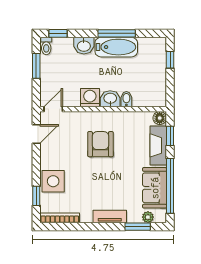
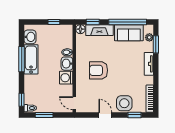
washbasin: (84, 46) -> (30, 37), moved
window: (170, 60) -> (54, 22), moved
door: (36, 134) -> (105, 115), moved

